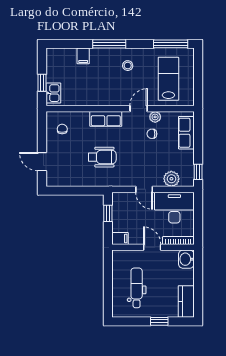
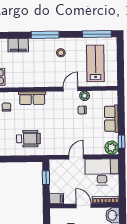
filing cabinet: (83, 56) -> (18, 45), width x2.00
row of seats: (106, 119) -> (32, 98), moved
row of seats: (186, 133) -> (111, 119), moved
wheelchair: (102, 157) -> (28, 139), moved
plant: (171, 179) -> (112, 148), moved
door: (144, 189) -> (76, 157), swing flipped

